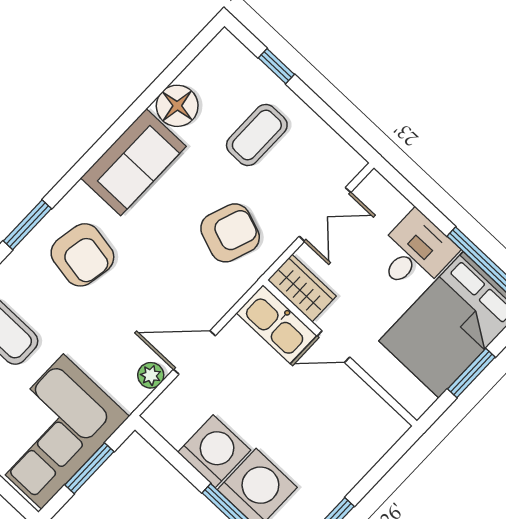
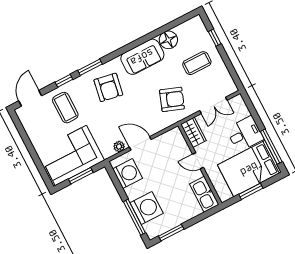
kitchen sink: (276, 324) -> (204, 194), moved
washing machine: (214, 451) -> (128, 174), moved

